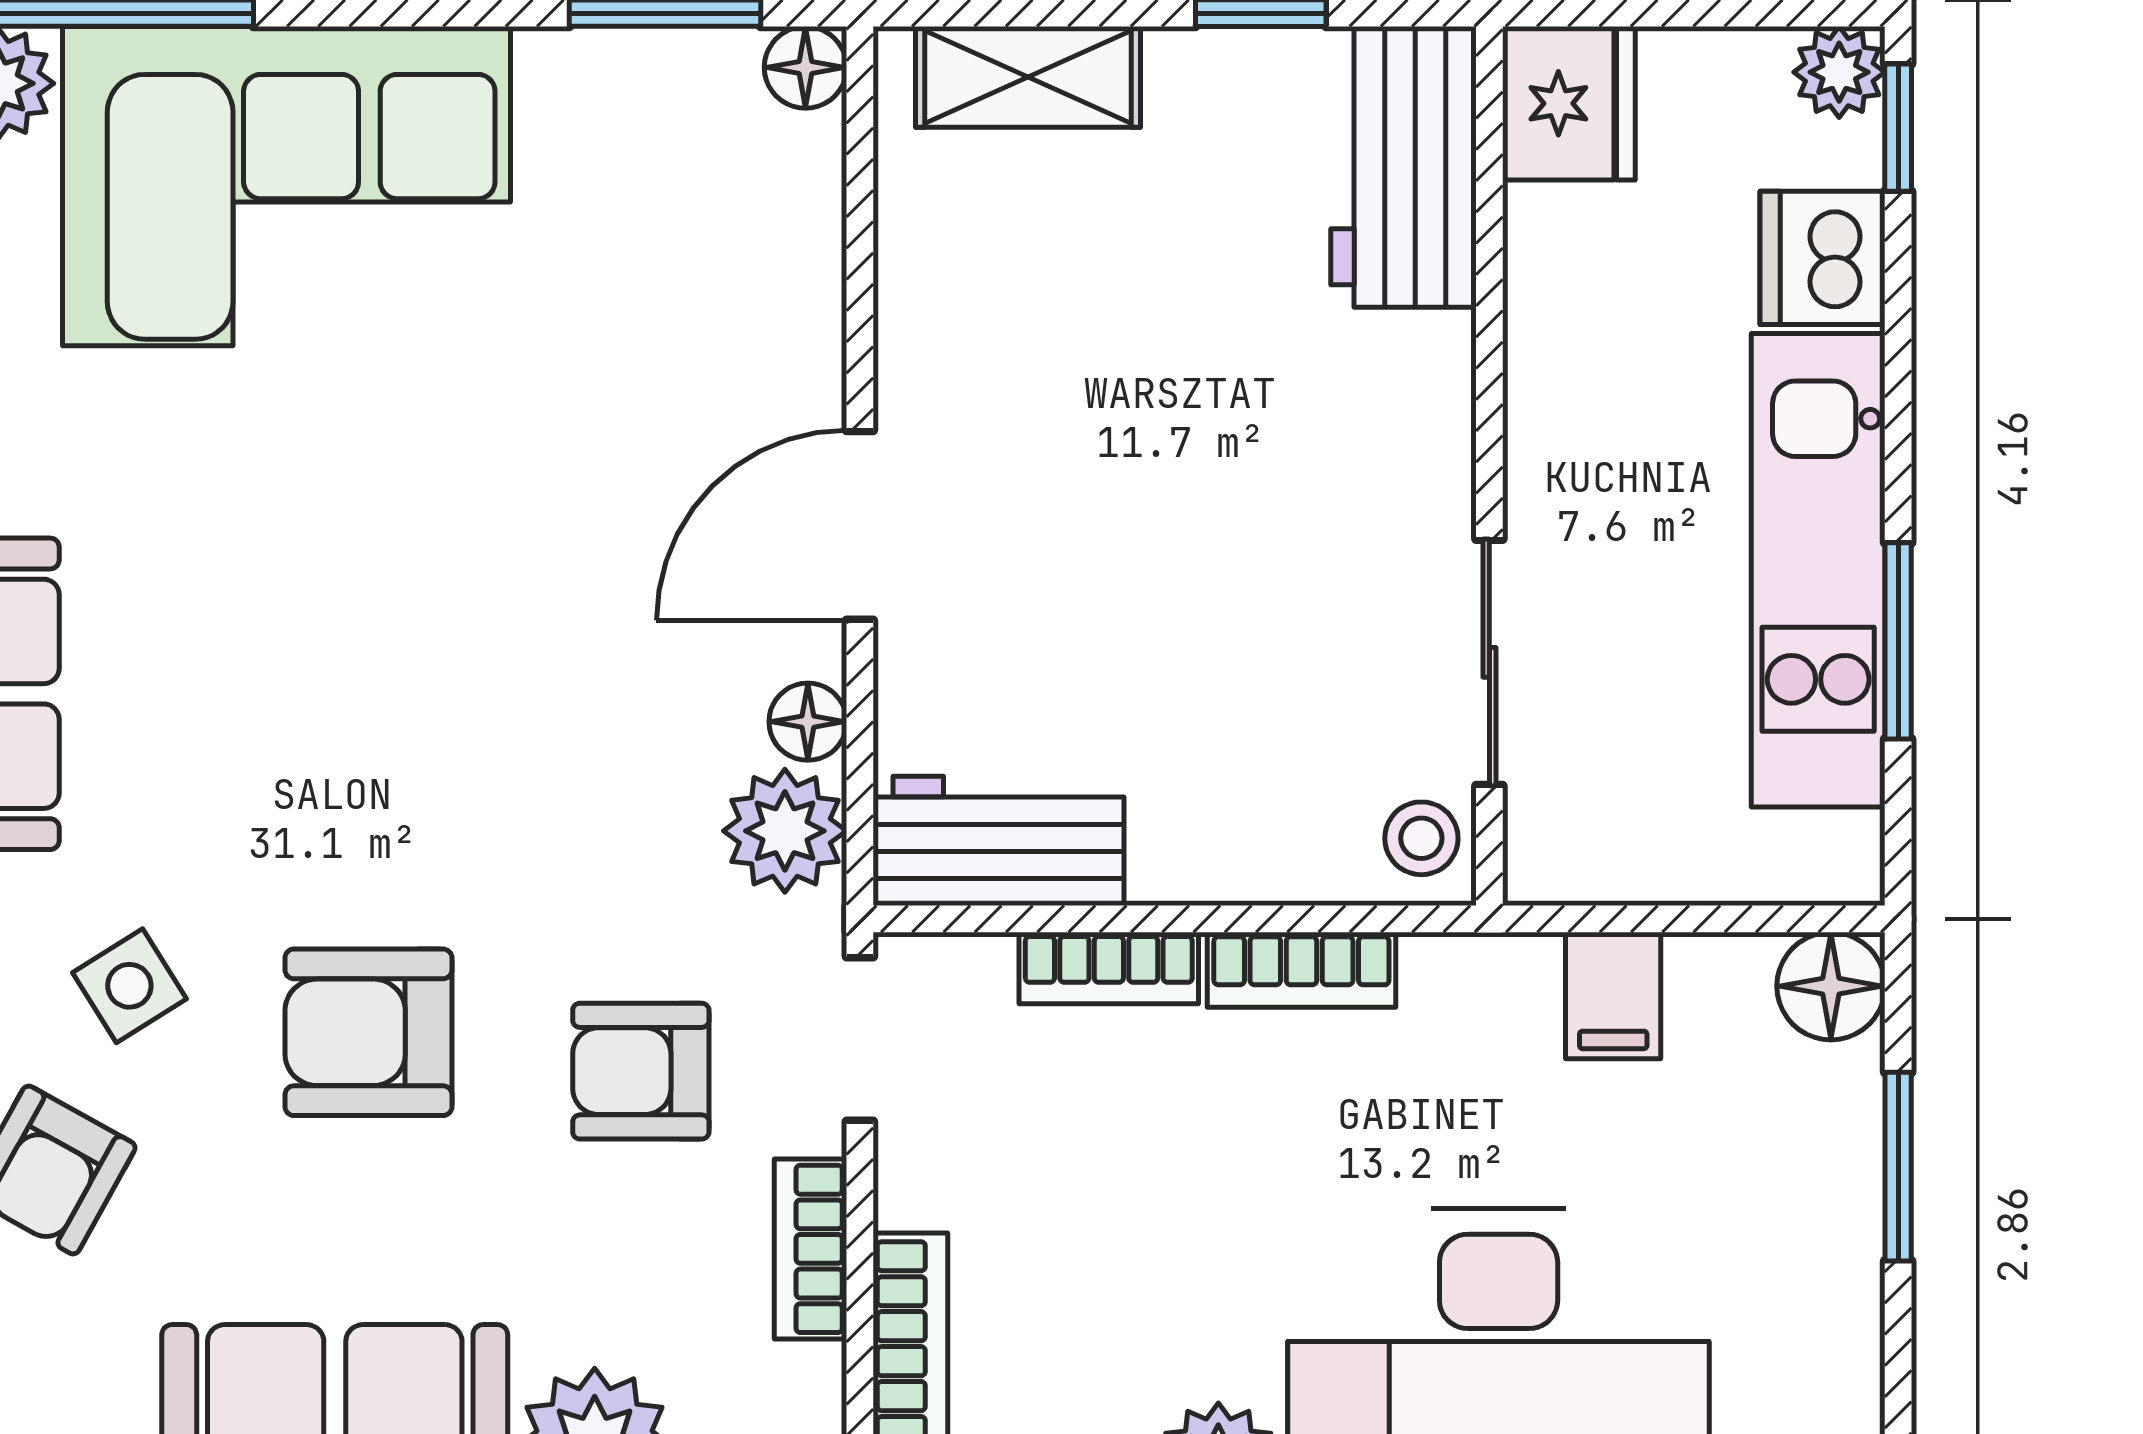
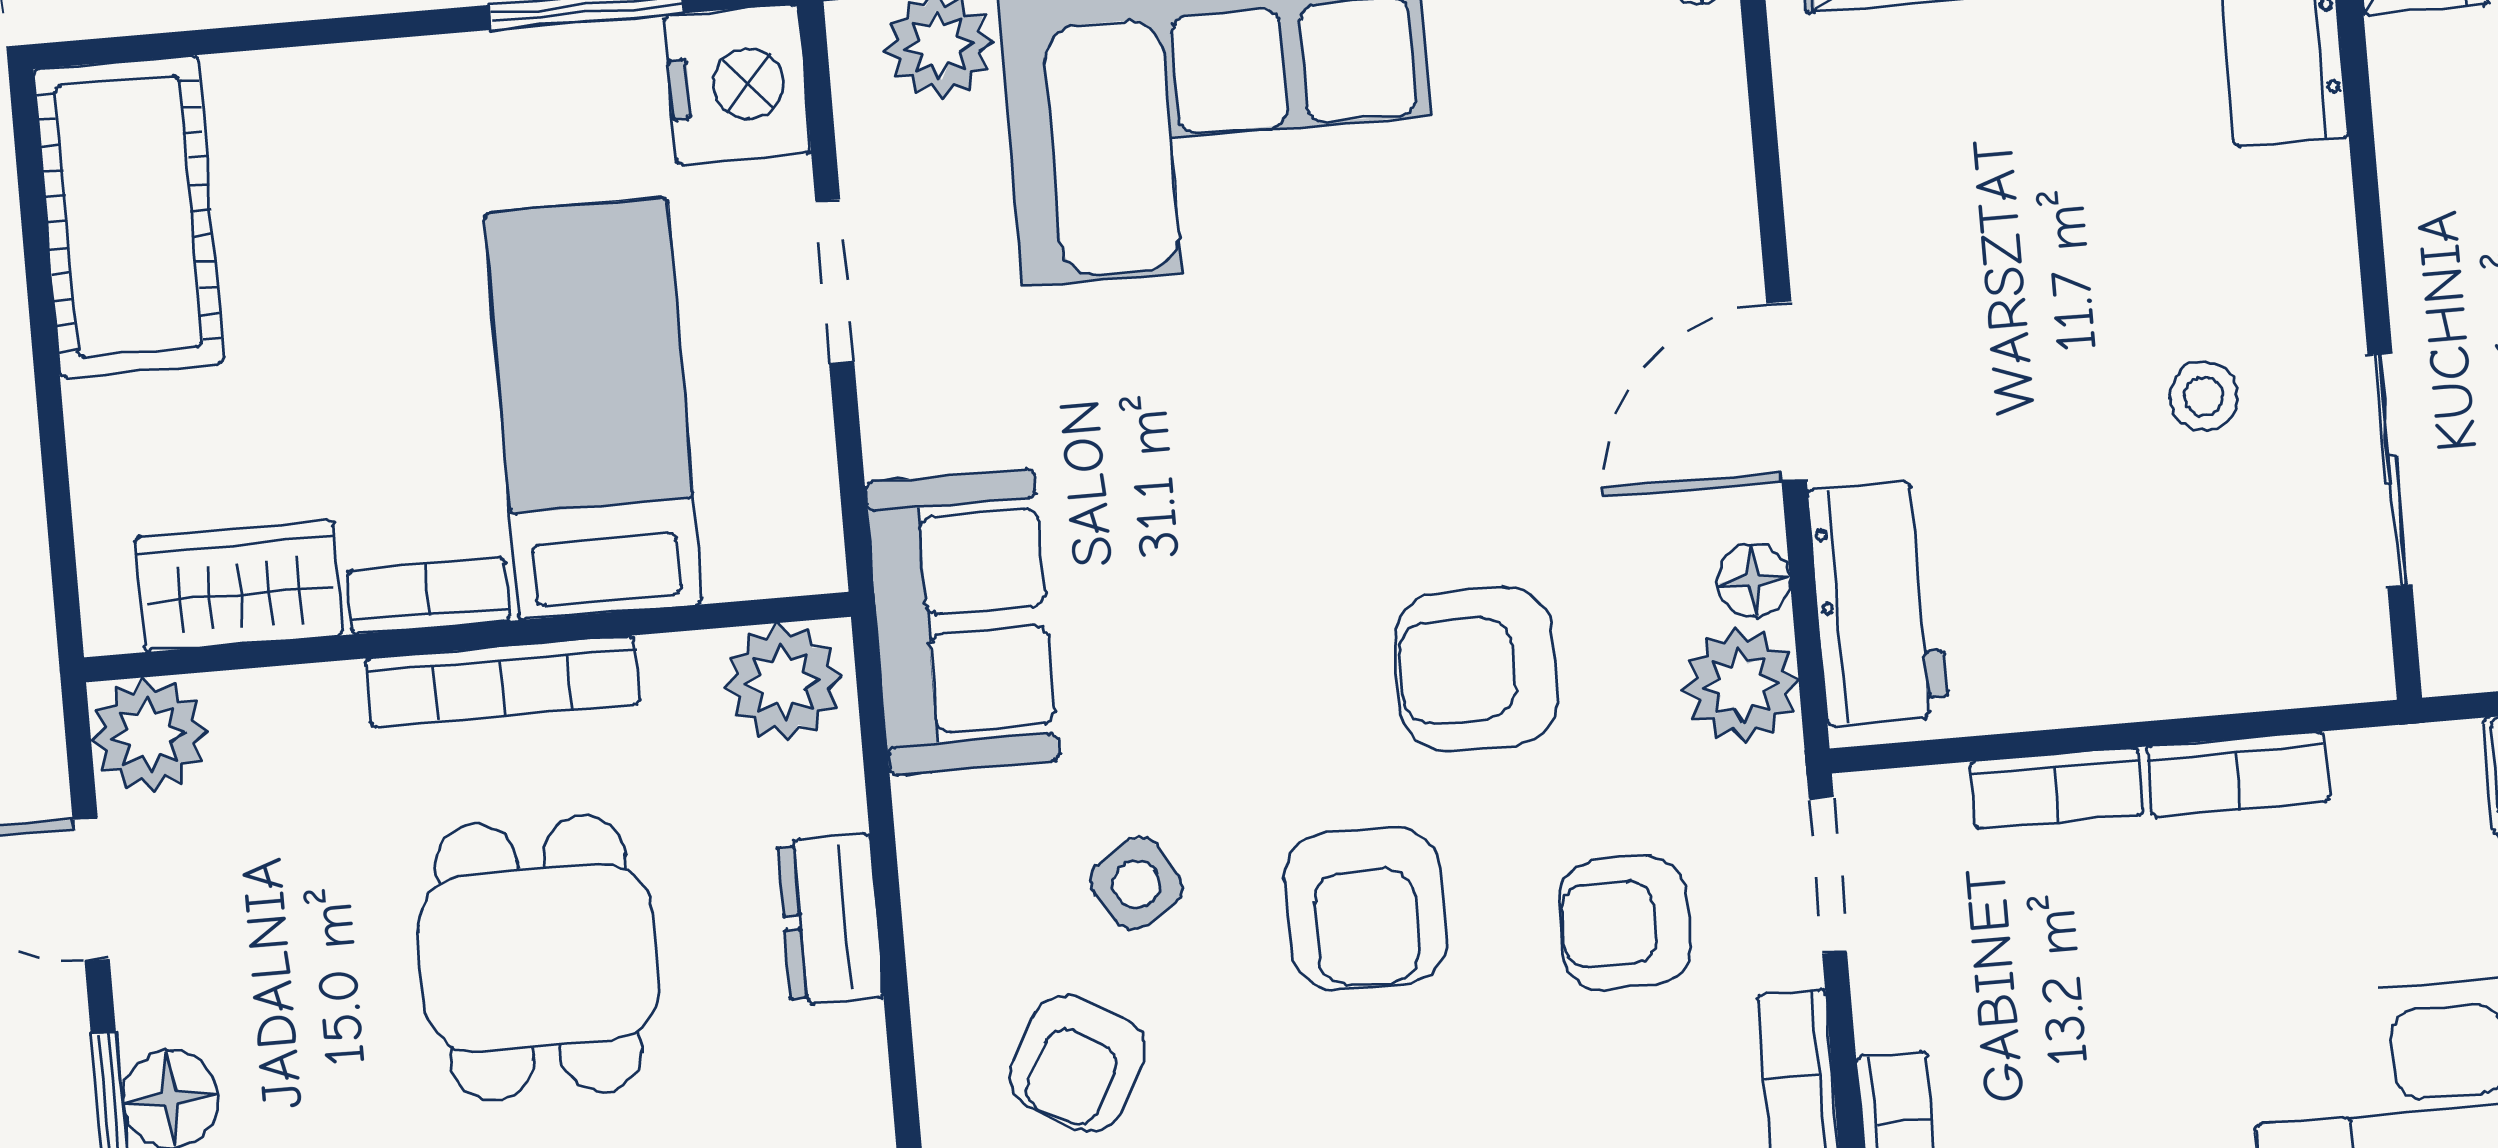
armchair: (507, 790) -> (1476, 669), added
stool: (1421, 838) -> (2203, 396), moved
workbench: (998, 841) -> (1879, 603), moved, turned 90
armchair: (368, 1032) -> (1365, 908), turned -90

